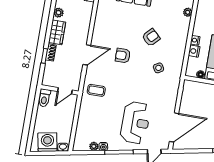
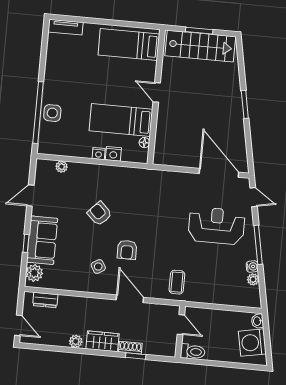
side table: (158, 68) -> (98, 267), moved

